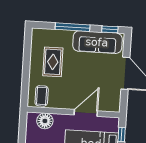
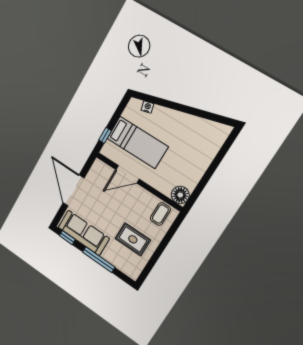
rug: (53, 62) -> (133, 239), turned 90
floor lamp: (45, 121) -> (180, 195), moved

